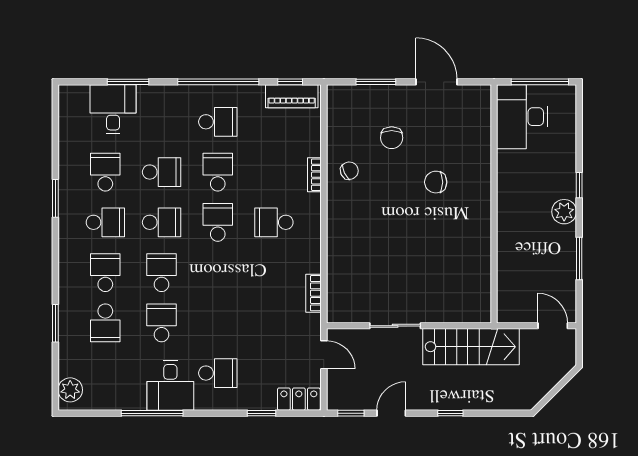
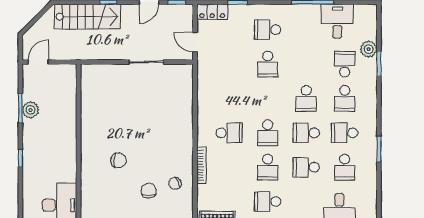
chair: (349, 171) -> (175, 183), moved
bookcase: (314, 175) -> (202, 165), width x1.56
plant: (564, 212) -> (31, 110), moved
bookcase: (314, 293) -> (202, 84), removed
school desk: (162, 323) -> (268, 64), moved
door: (553, 326) -> (38, 62), swing flipped
stairs: (471, 347) -> (87, 17), moved, turned 180
desk: (170, 385) -> (337, 21), moved
plant: (70, 390) -> (369, 49), moved

